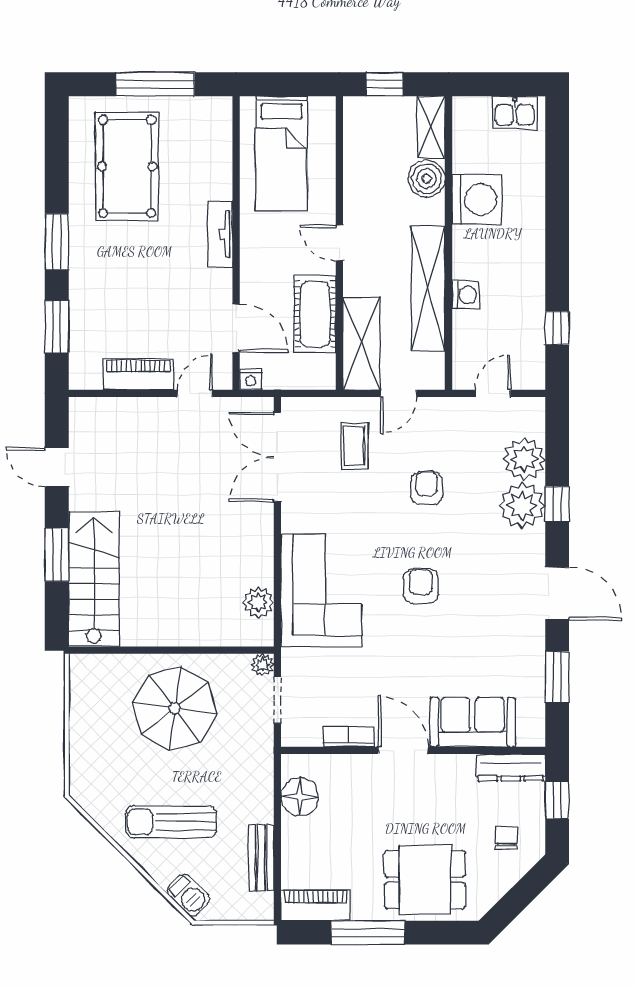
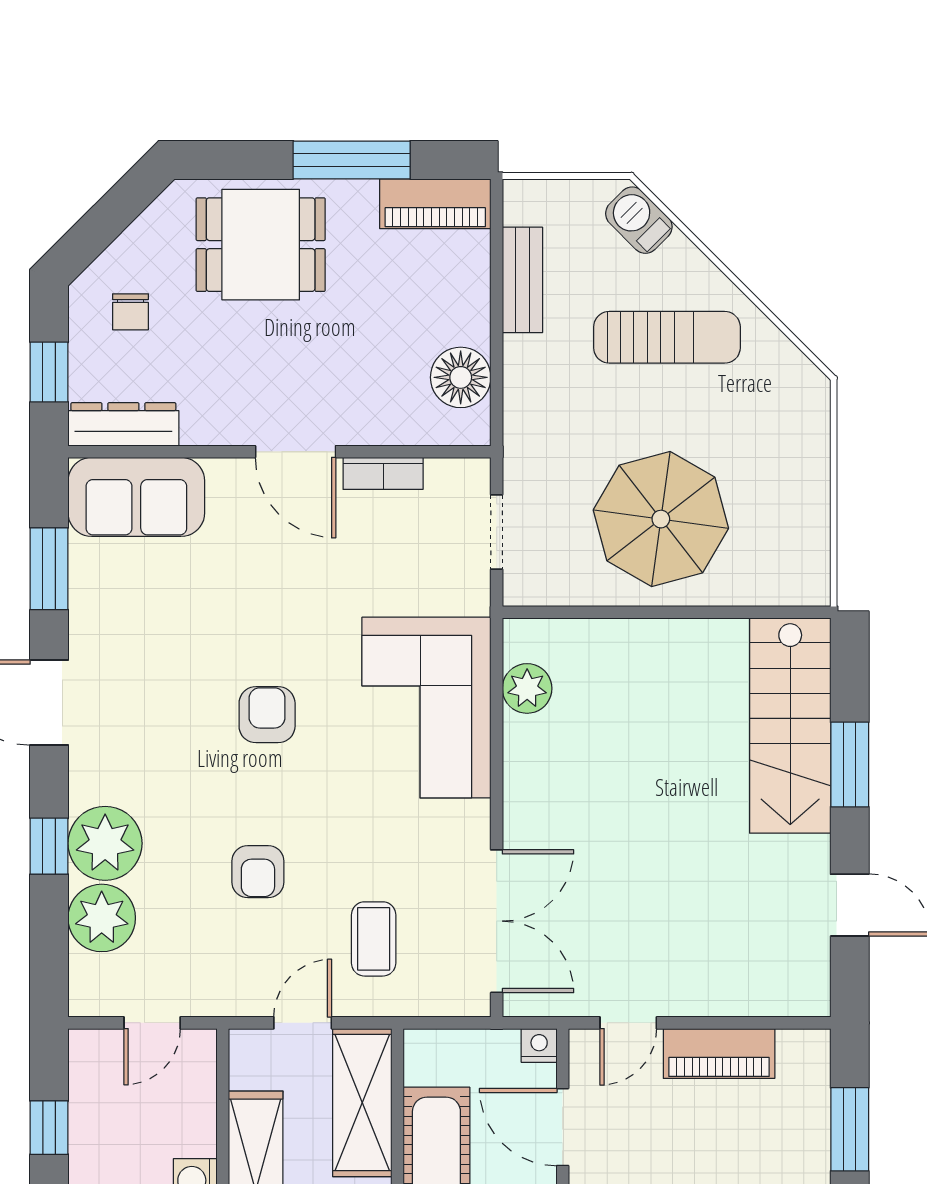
armchair: (421, 586) -> (267, 715), turned 180
plant: (263, 665) -> (520, 589), removed
sofa: (473, 722) -> (136, 497), moved

